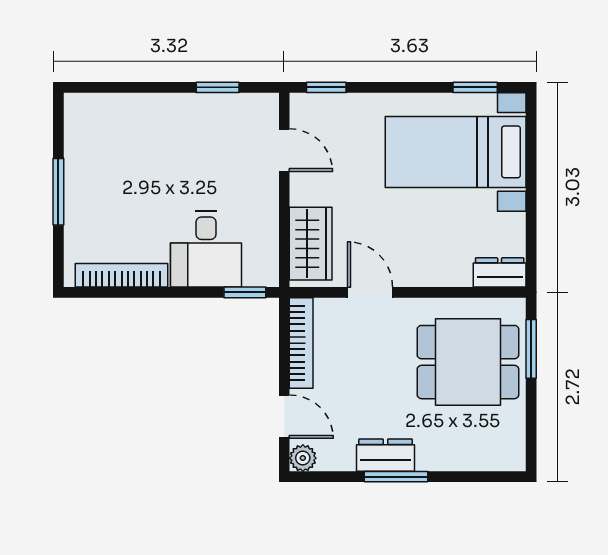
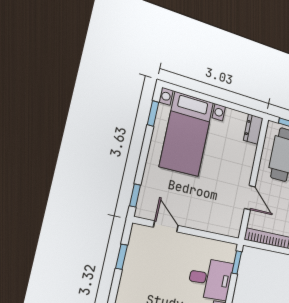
door: (284, 150) -> (166, 226), hinge flipped
wardrobe: (311, 244) -> (219, 223), removed
door: (370, 292) -> (250, 198), swing flipped

